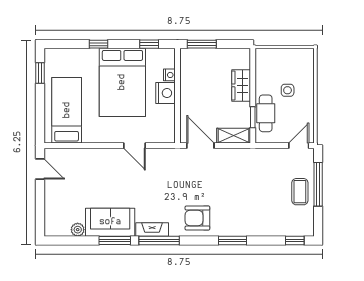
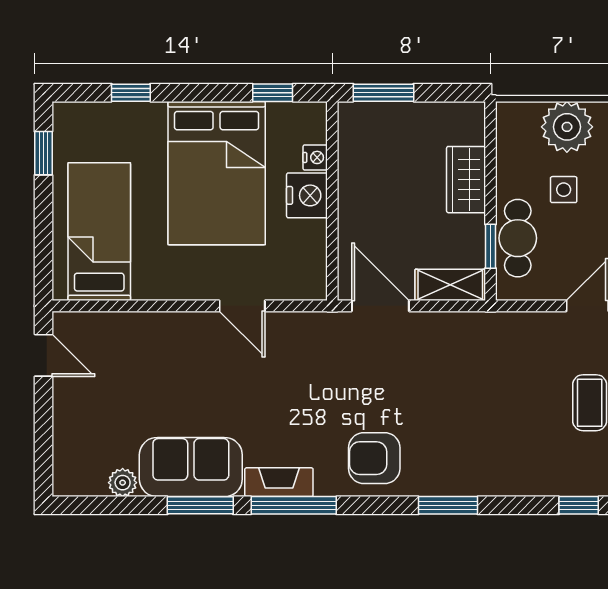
window: (98, 44) -> (131, 93), moved
plant: (289, 60) -> (567, 127), added

